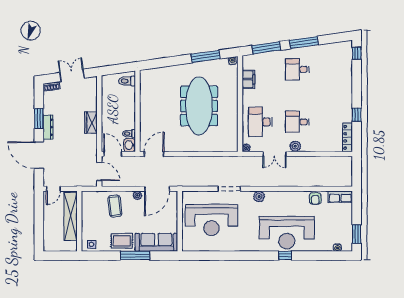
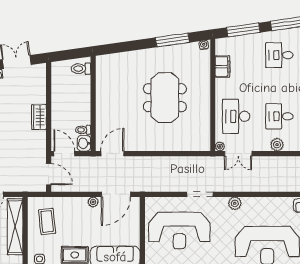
meeting table: (199, 106) -> (165, 98), width x0.73
double door: (274, 154) -> (238, 154), moved
coffee table: (115, 206) -> (47, 221), moved

